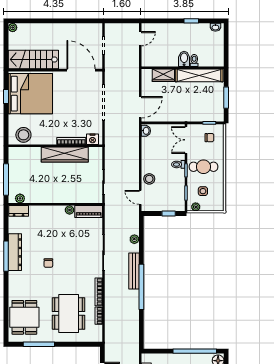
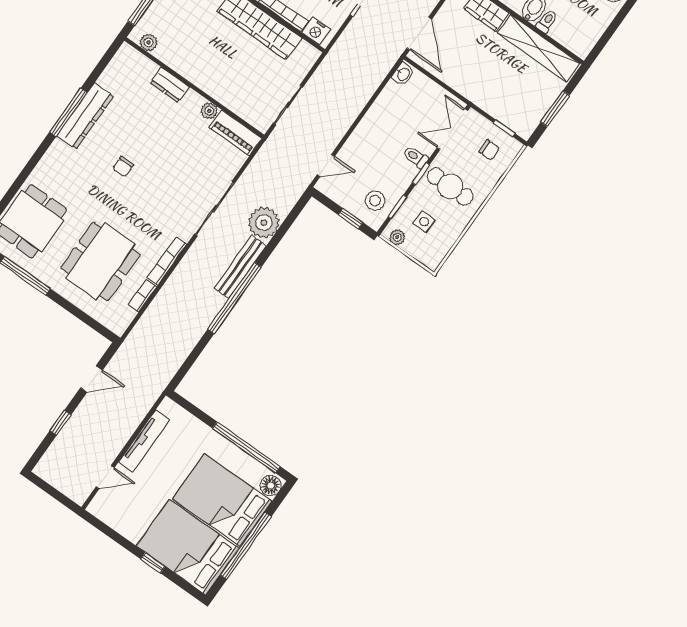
door: (140, 107) -> (419, 34), hinge flipped
stool: (149, 179) -> (375, 201), moved
door: (140, 197) -> (326, 166), swing flipped
dresser: (19, 211) -> (170, 85), moved
plant: (134, 239) -> (264, 223), width x1.88, depth x1.88

